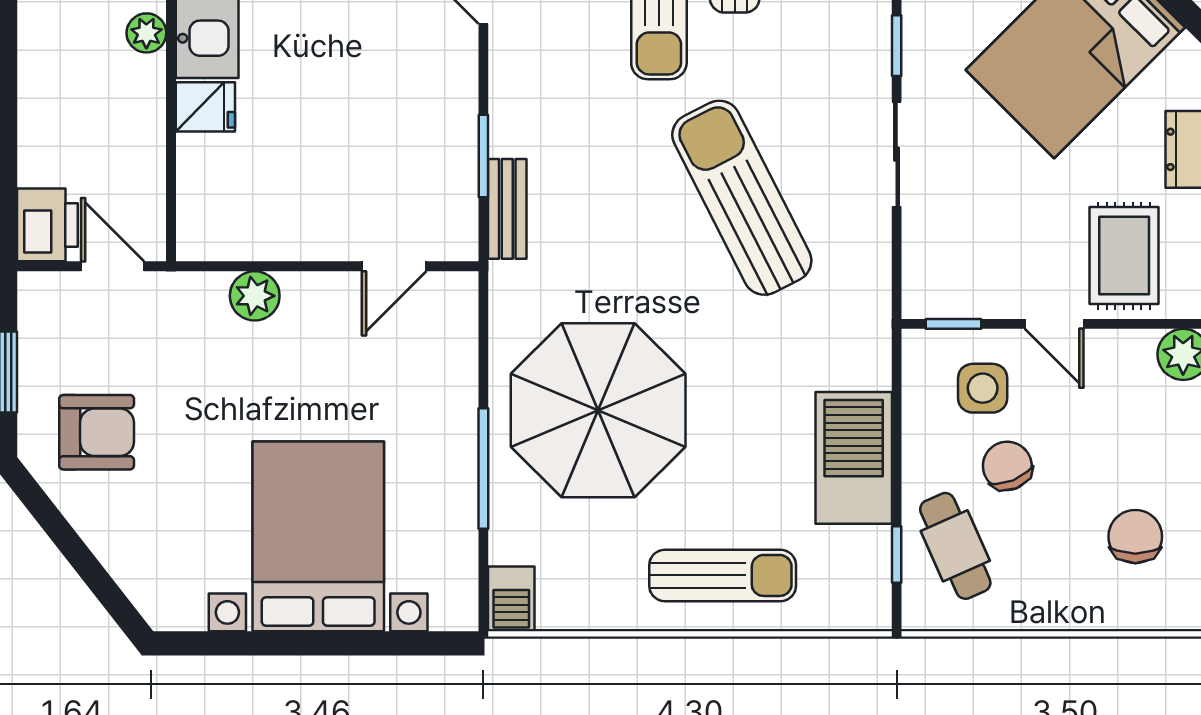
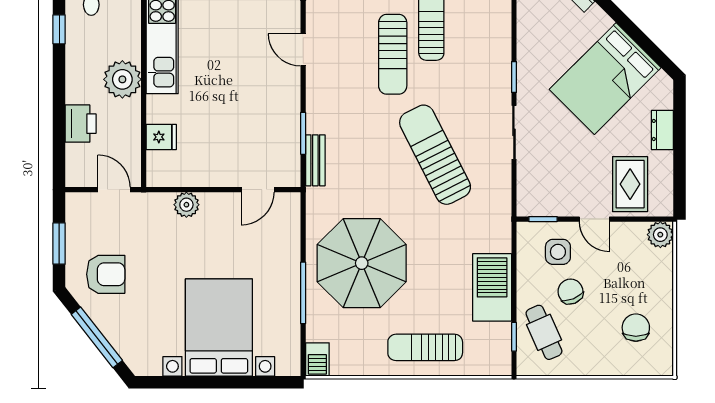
plant: (146, 33) -> (122, 79), width x1.87, depth x1.87
fridge: (205, 107) -> (161, 137), moved
printer: (47, 225) -> (81, 124), moved
window: (79, 556) -> (97, 337), added
sun lounger: (723, 575) -> (425, 347), turned 180

